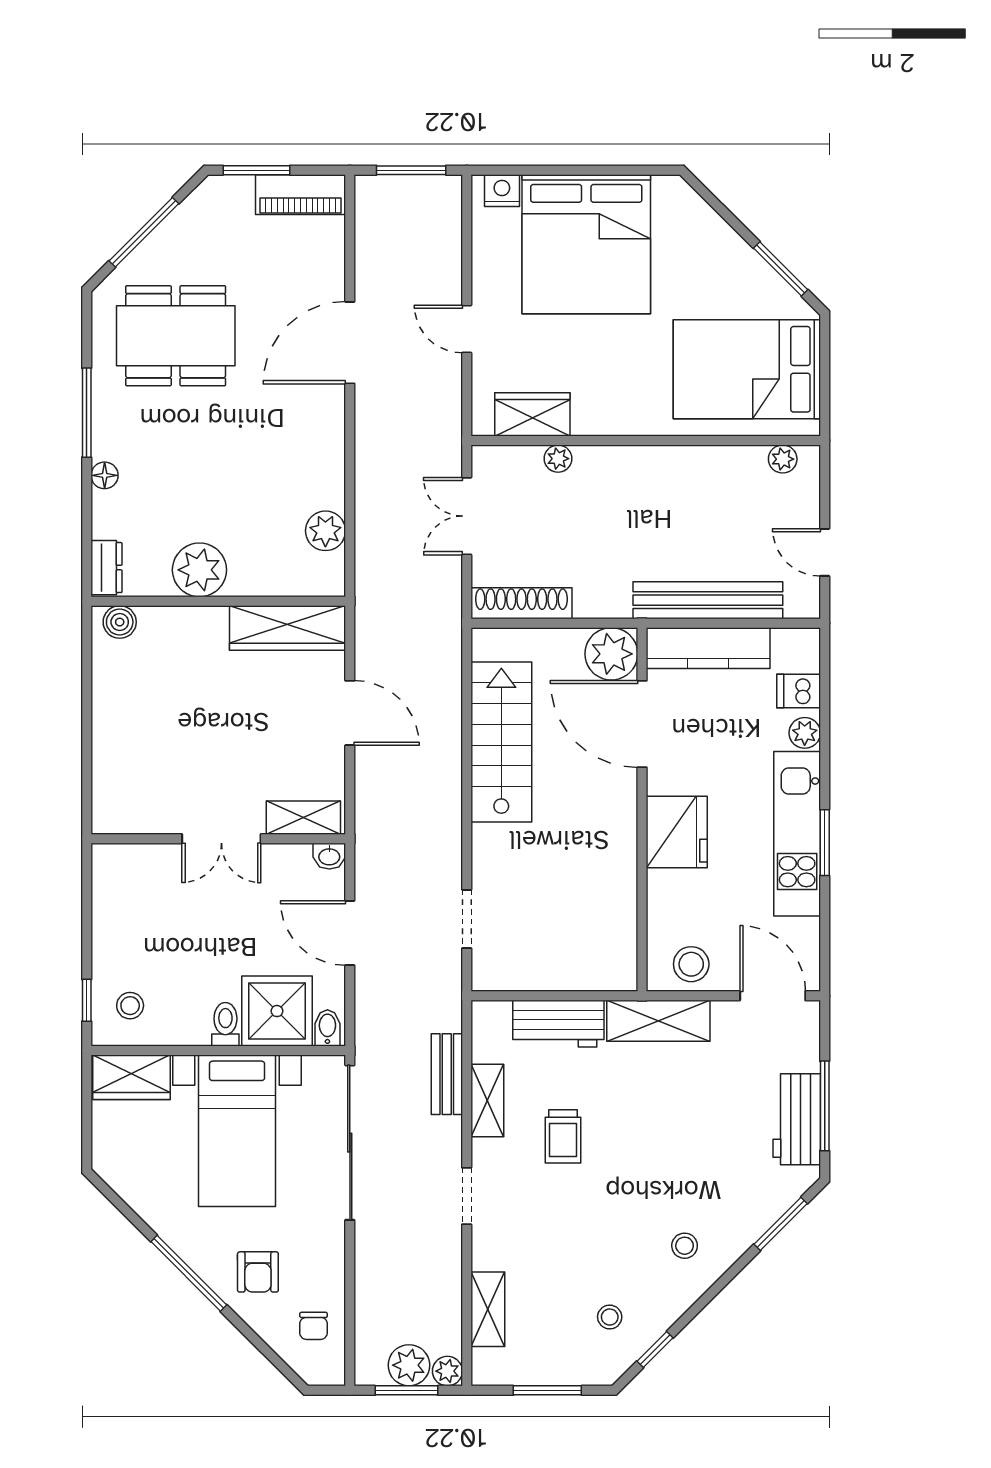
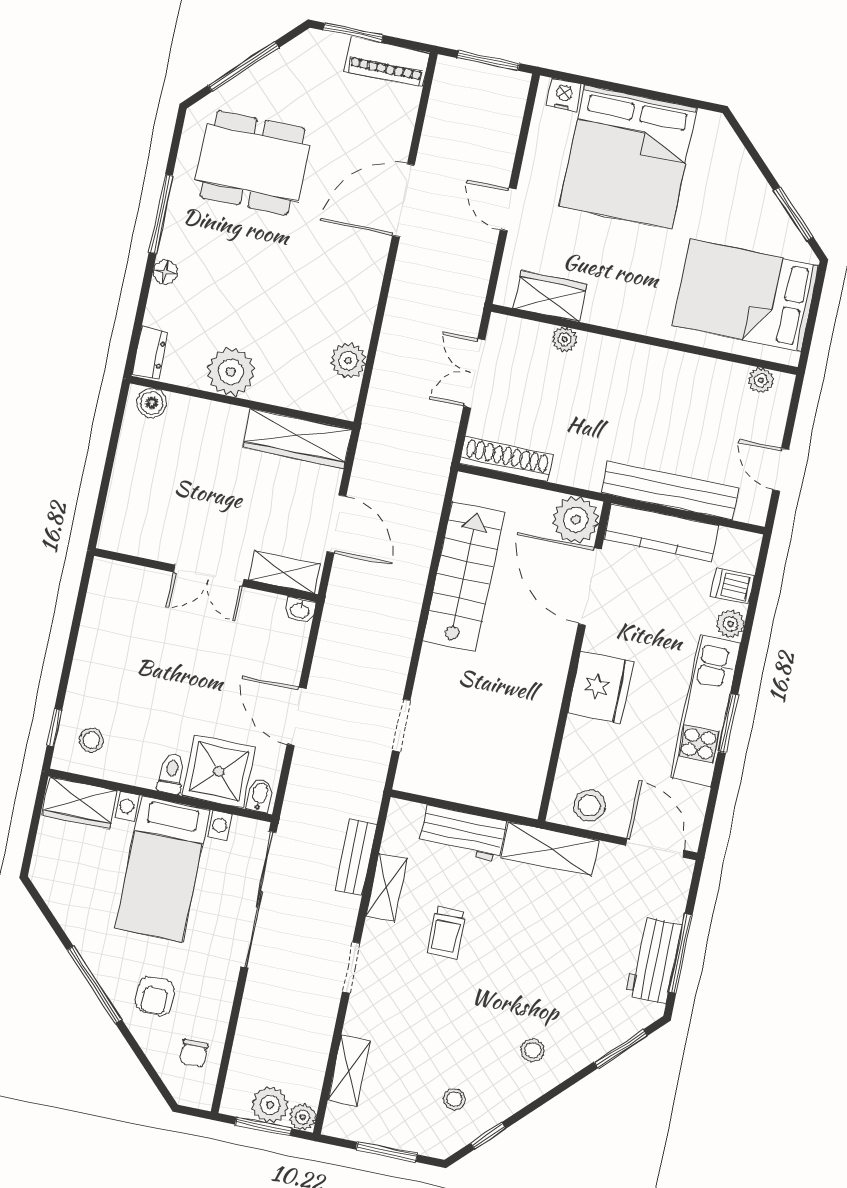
shelving: (303, 818) -> (284, 572), moved
wall: (218, 839) -> (206, 575), moved
double door: (221, 839) -> (209, 576), moved
washbasin: (329, 856) -> (300, 610), moved

